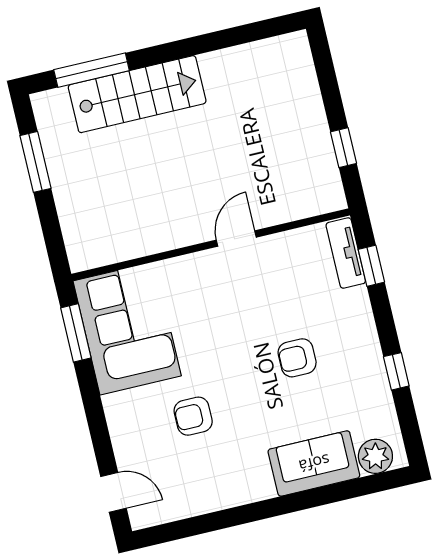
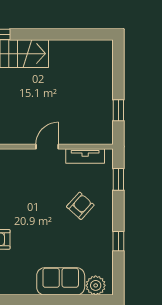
tv unit: (346, 253) -> (85, 156), moved, turned -90
armchair: (297, 358) -> (80, 206), moved, turned 132

